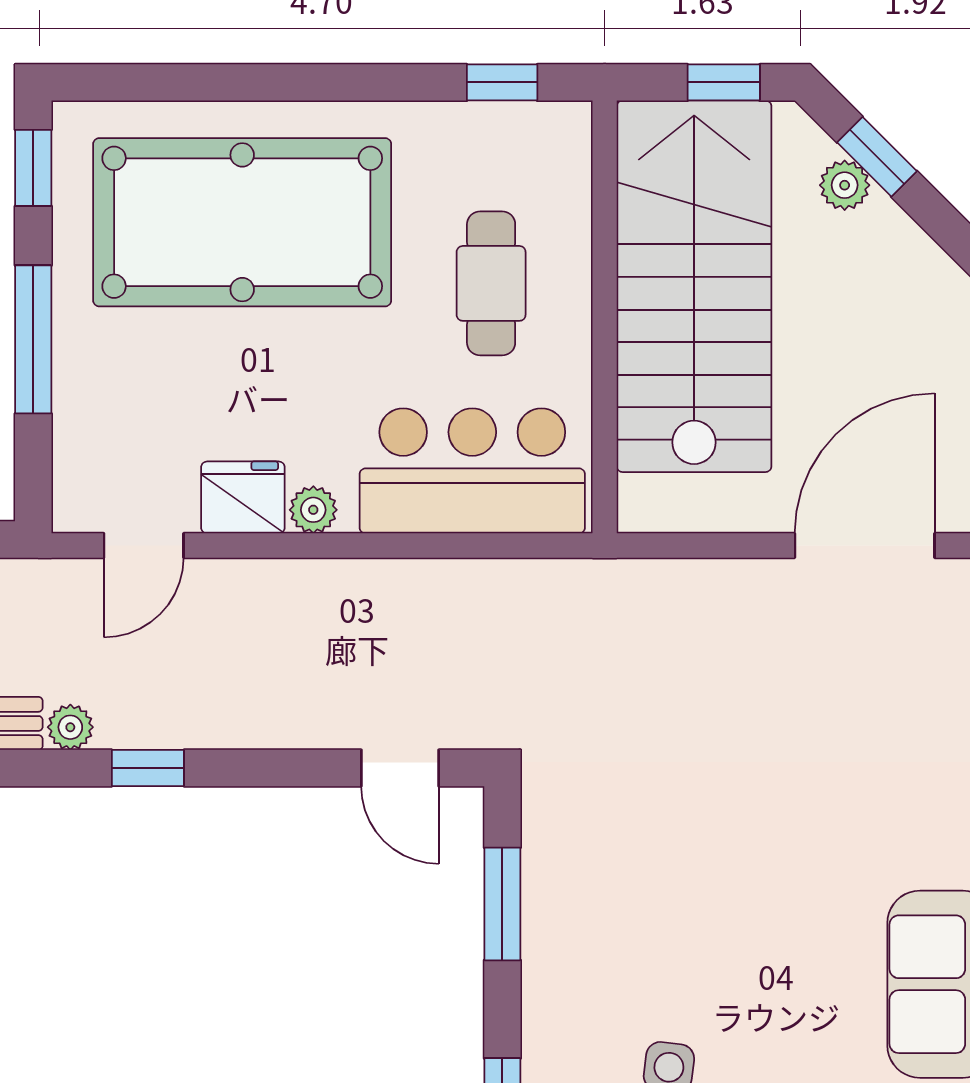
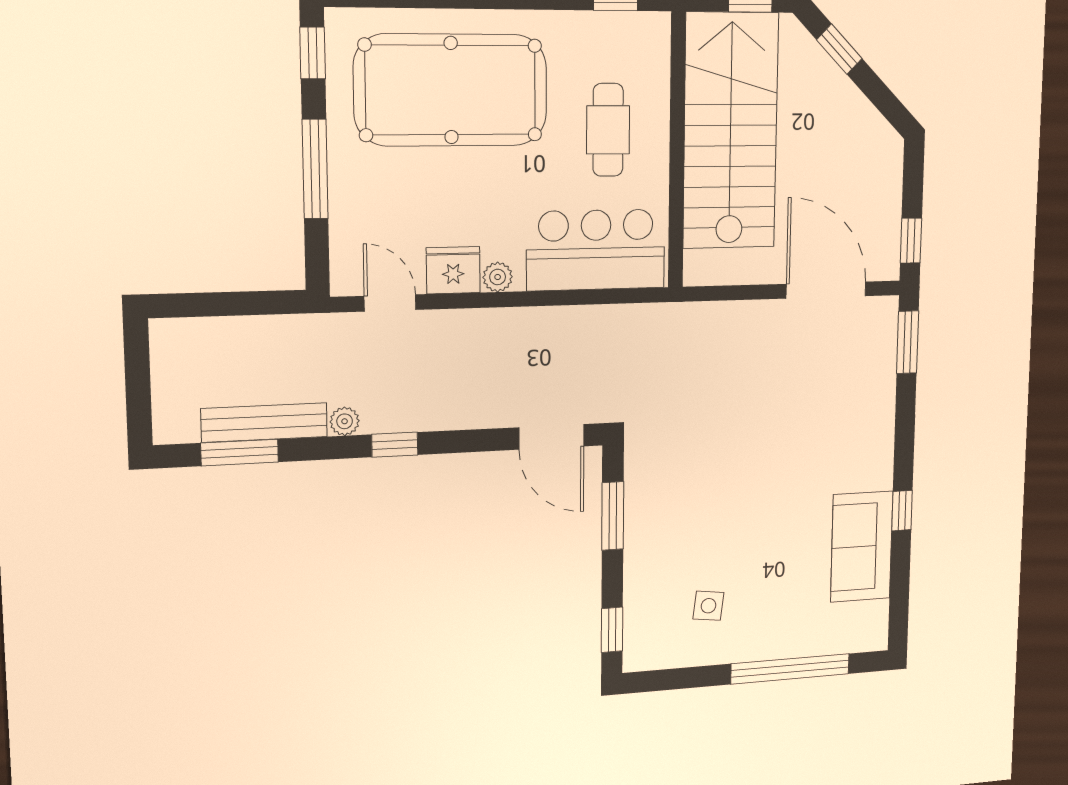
plant: (845, 185) -> (820, 67), removed
door: (144, 546) -> (390, 303), swing flipped
door: (865, 546) -> (826, 290), hinge flipped
door: (400, 768) -> (552, 437), width x1.38

